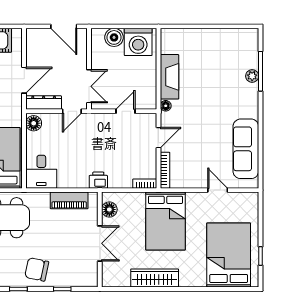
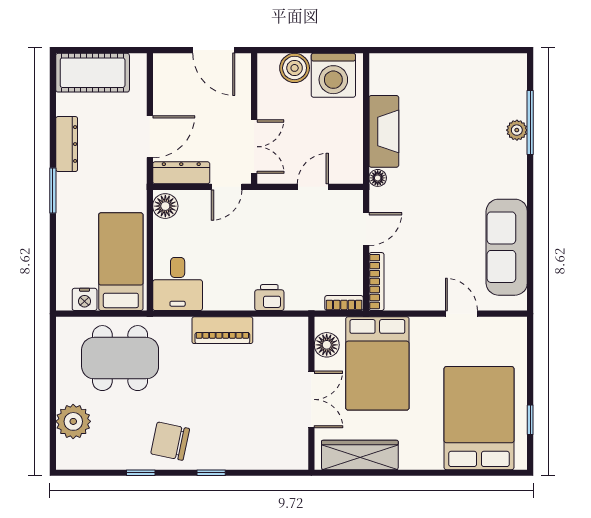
floor lamp: (109, 210) -> (327, 345), moved
wall: (100, 240) -> (311, 393), moved
double door: (100, 243) -> (311, 399), moved

